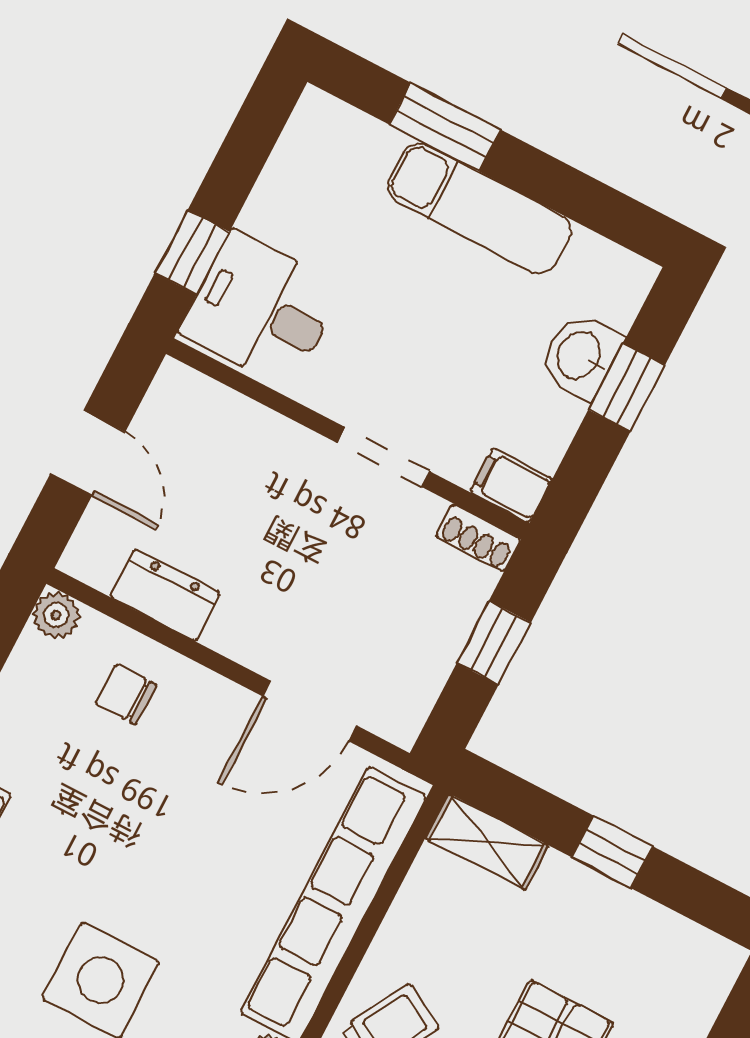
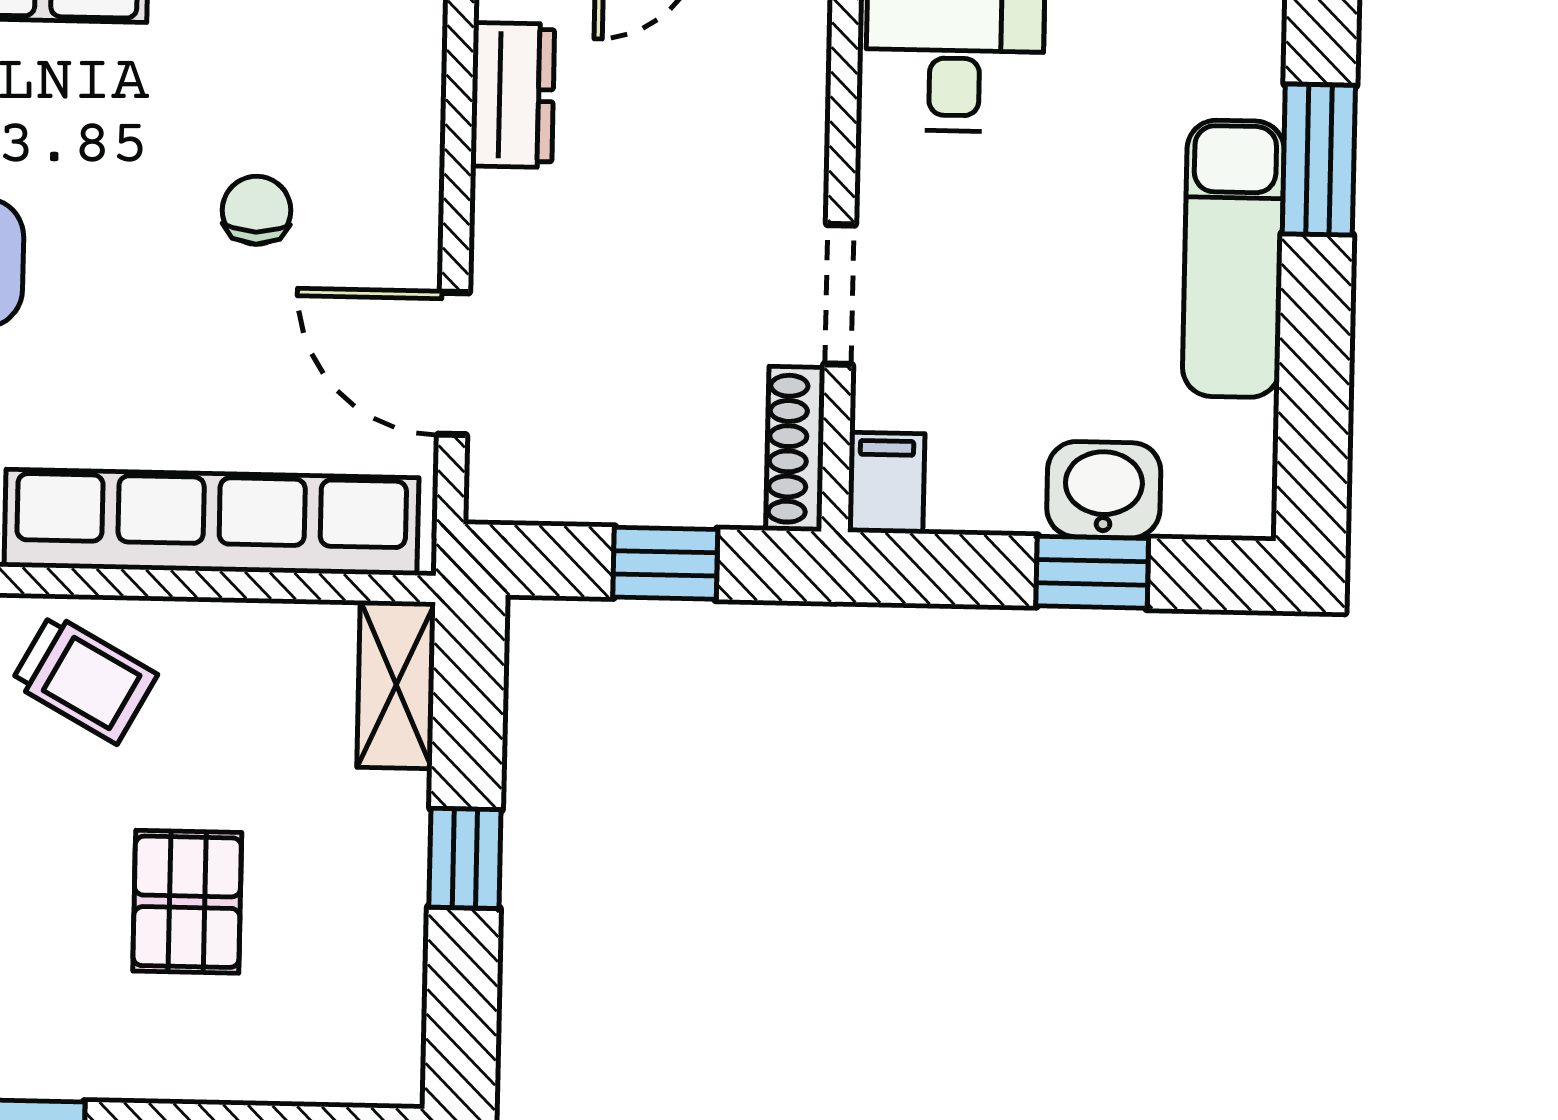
shoe rack: (478, 538) -> (795, 449), width x1.43
chair: (126, 694) -> (257, 210), moved

